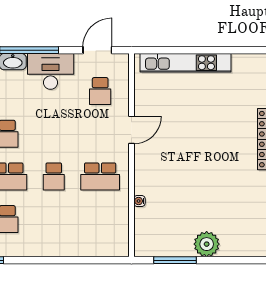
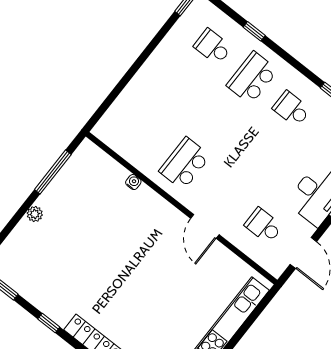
school desk: (54, 176) -> (218, 121), removed
plant: (207, 244) -> (35, 214), width x0.53, depth x0.53

